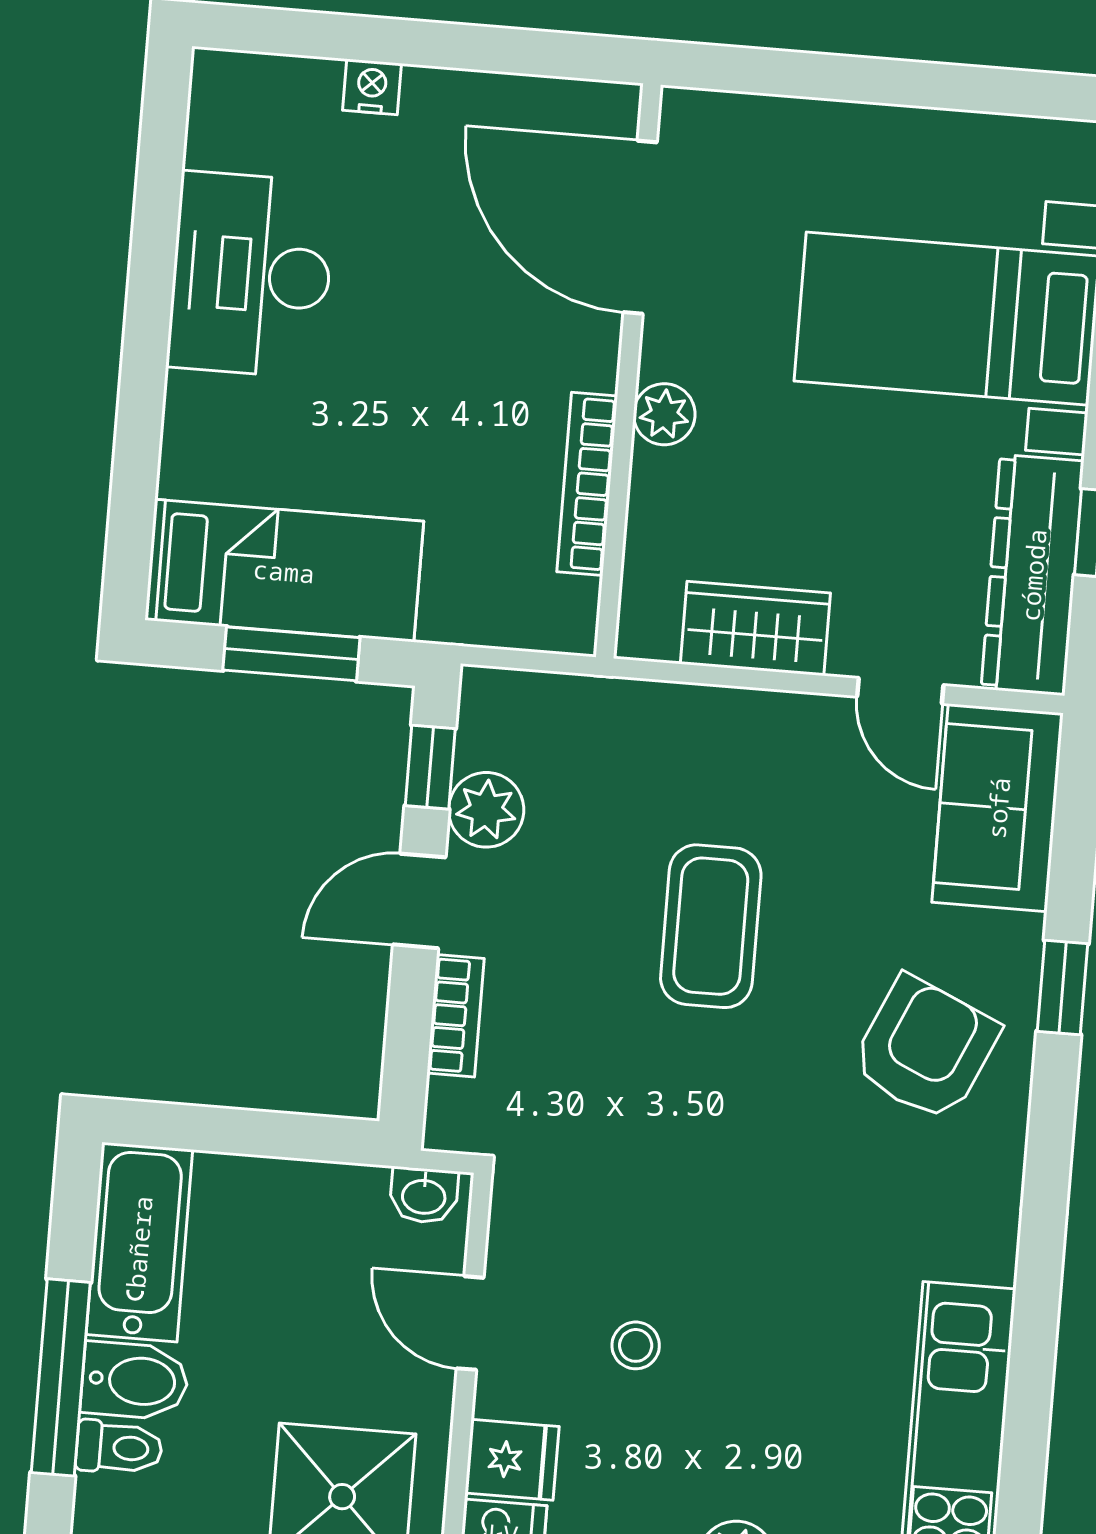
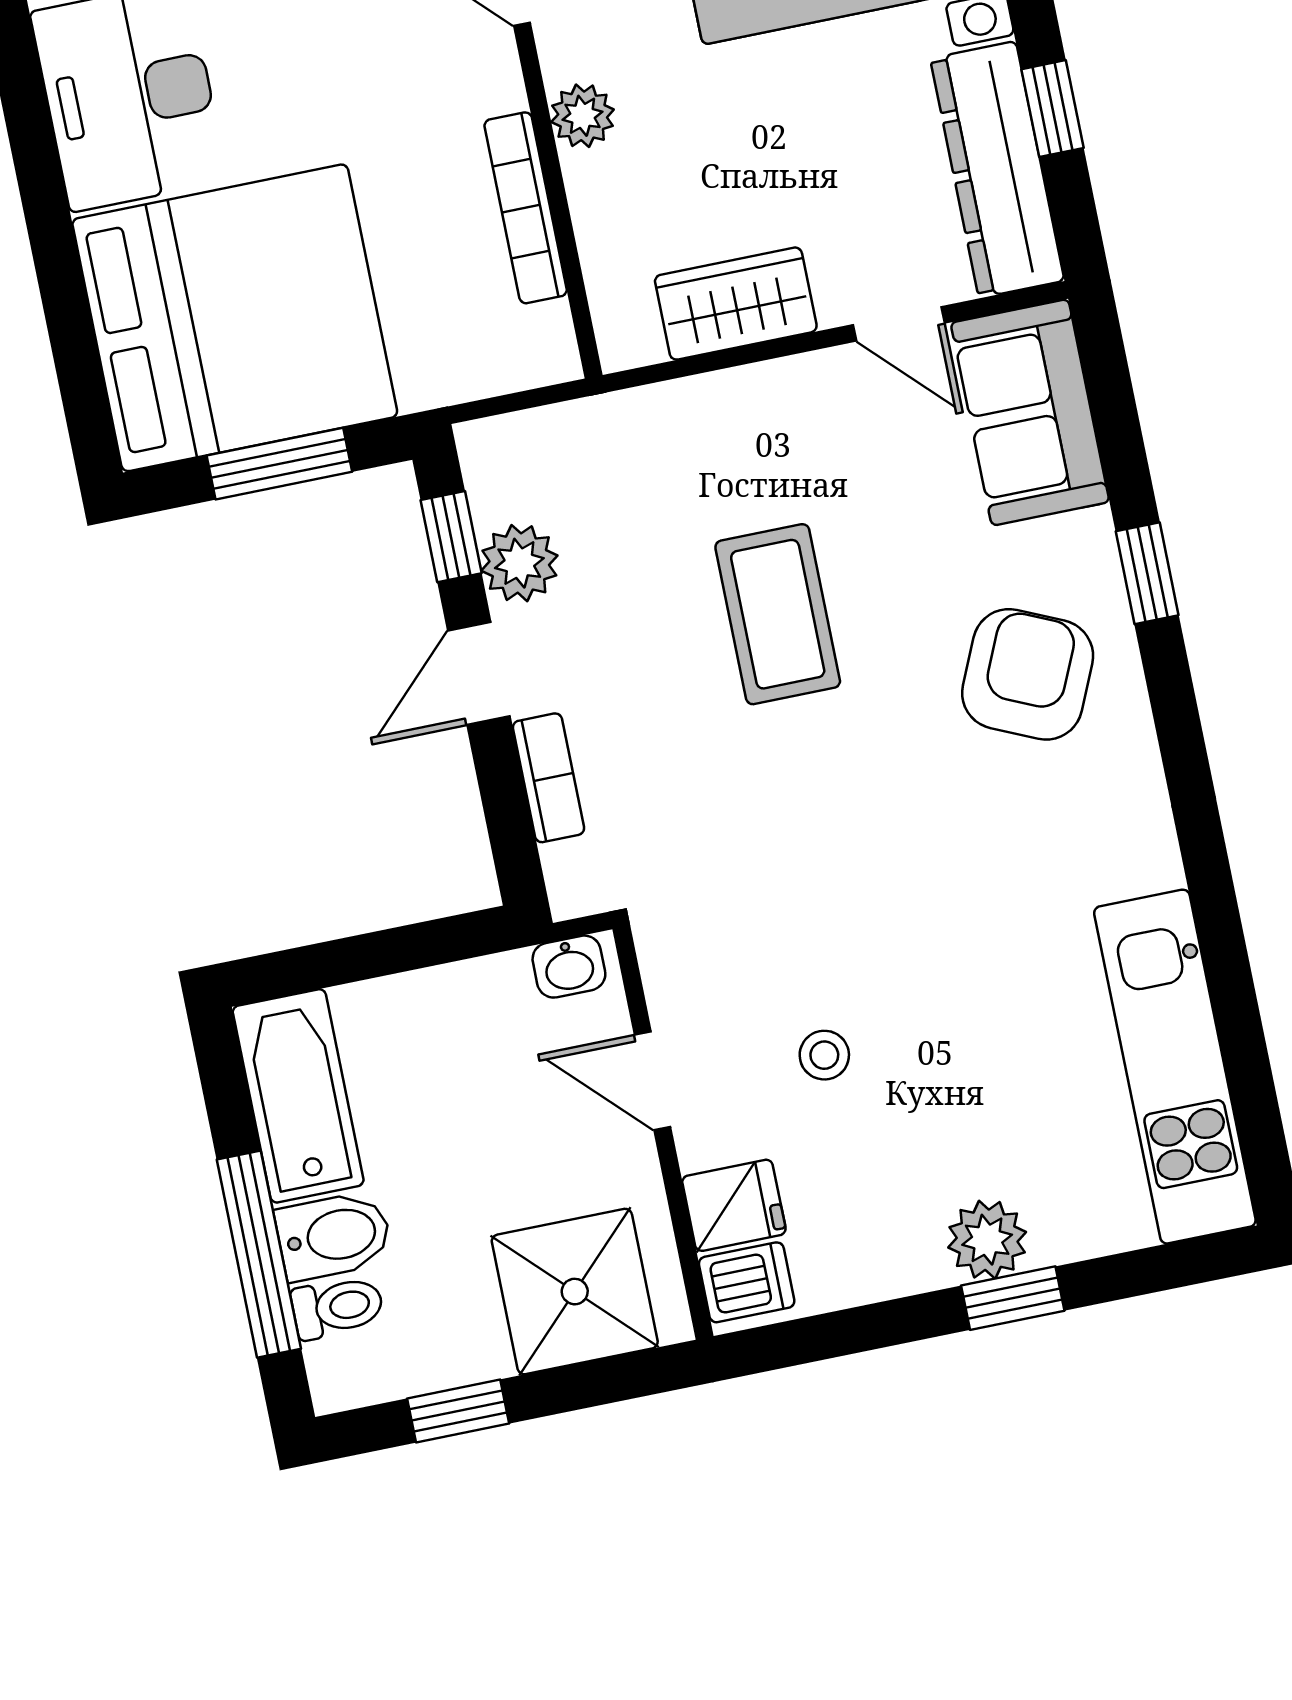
bed: (284, 571) -> (235, 318), width x2.04

